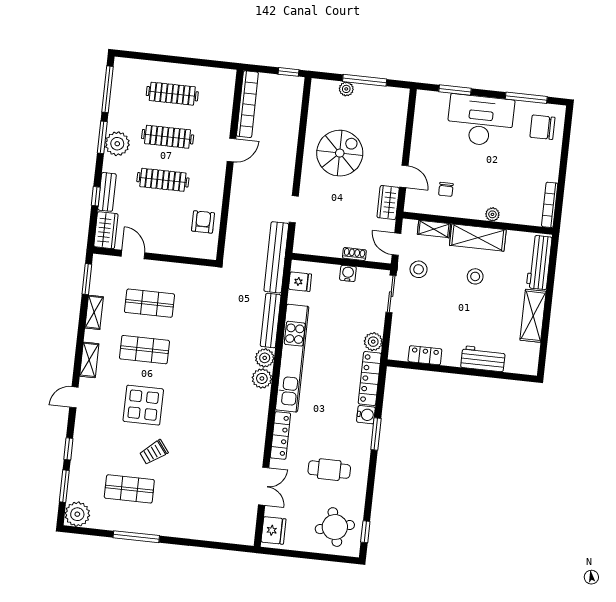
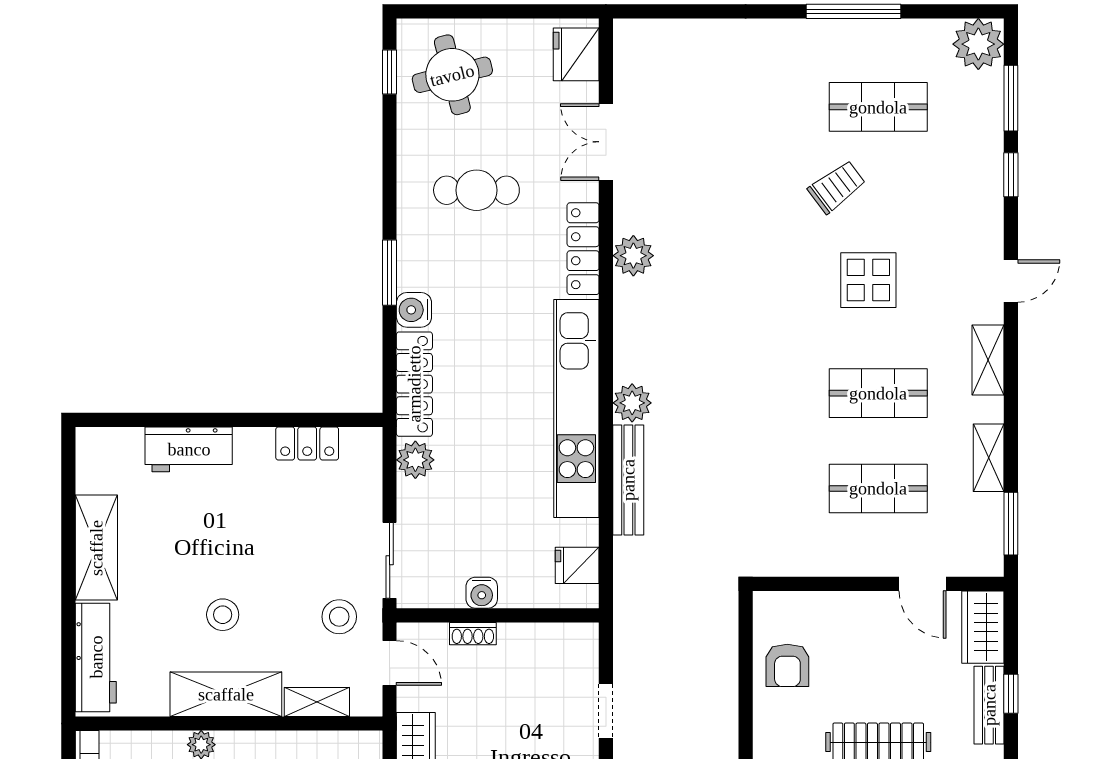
bench: (276, 257) -> (631, 610), removed
plant: (262, 378) -> (633, 256), moved
display table: (143, 405) -> (868, 280), width x0.73, depth x0.73

